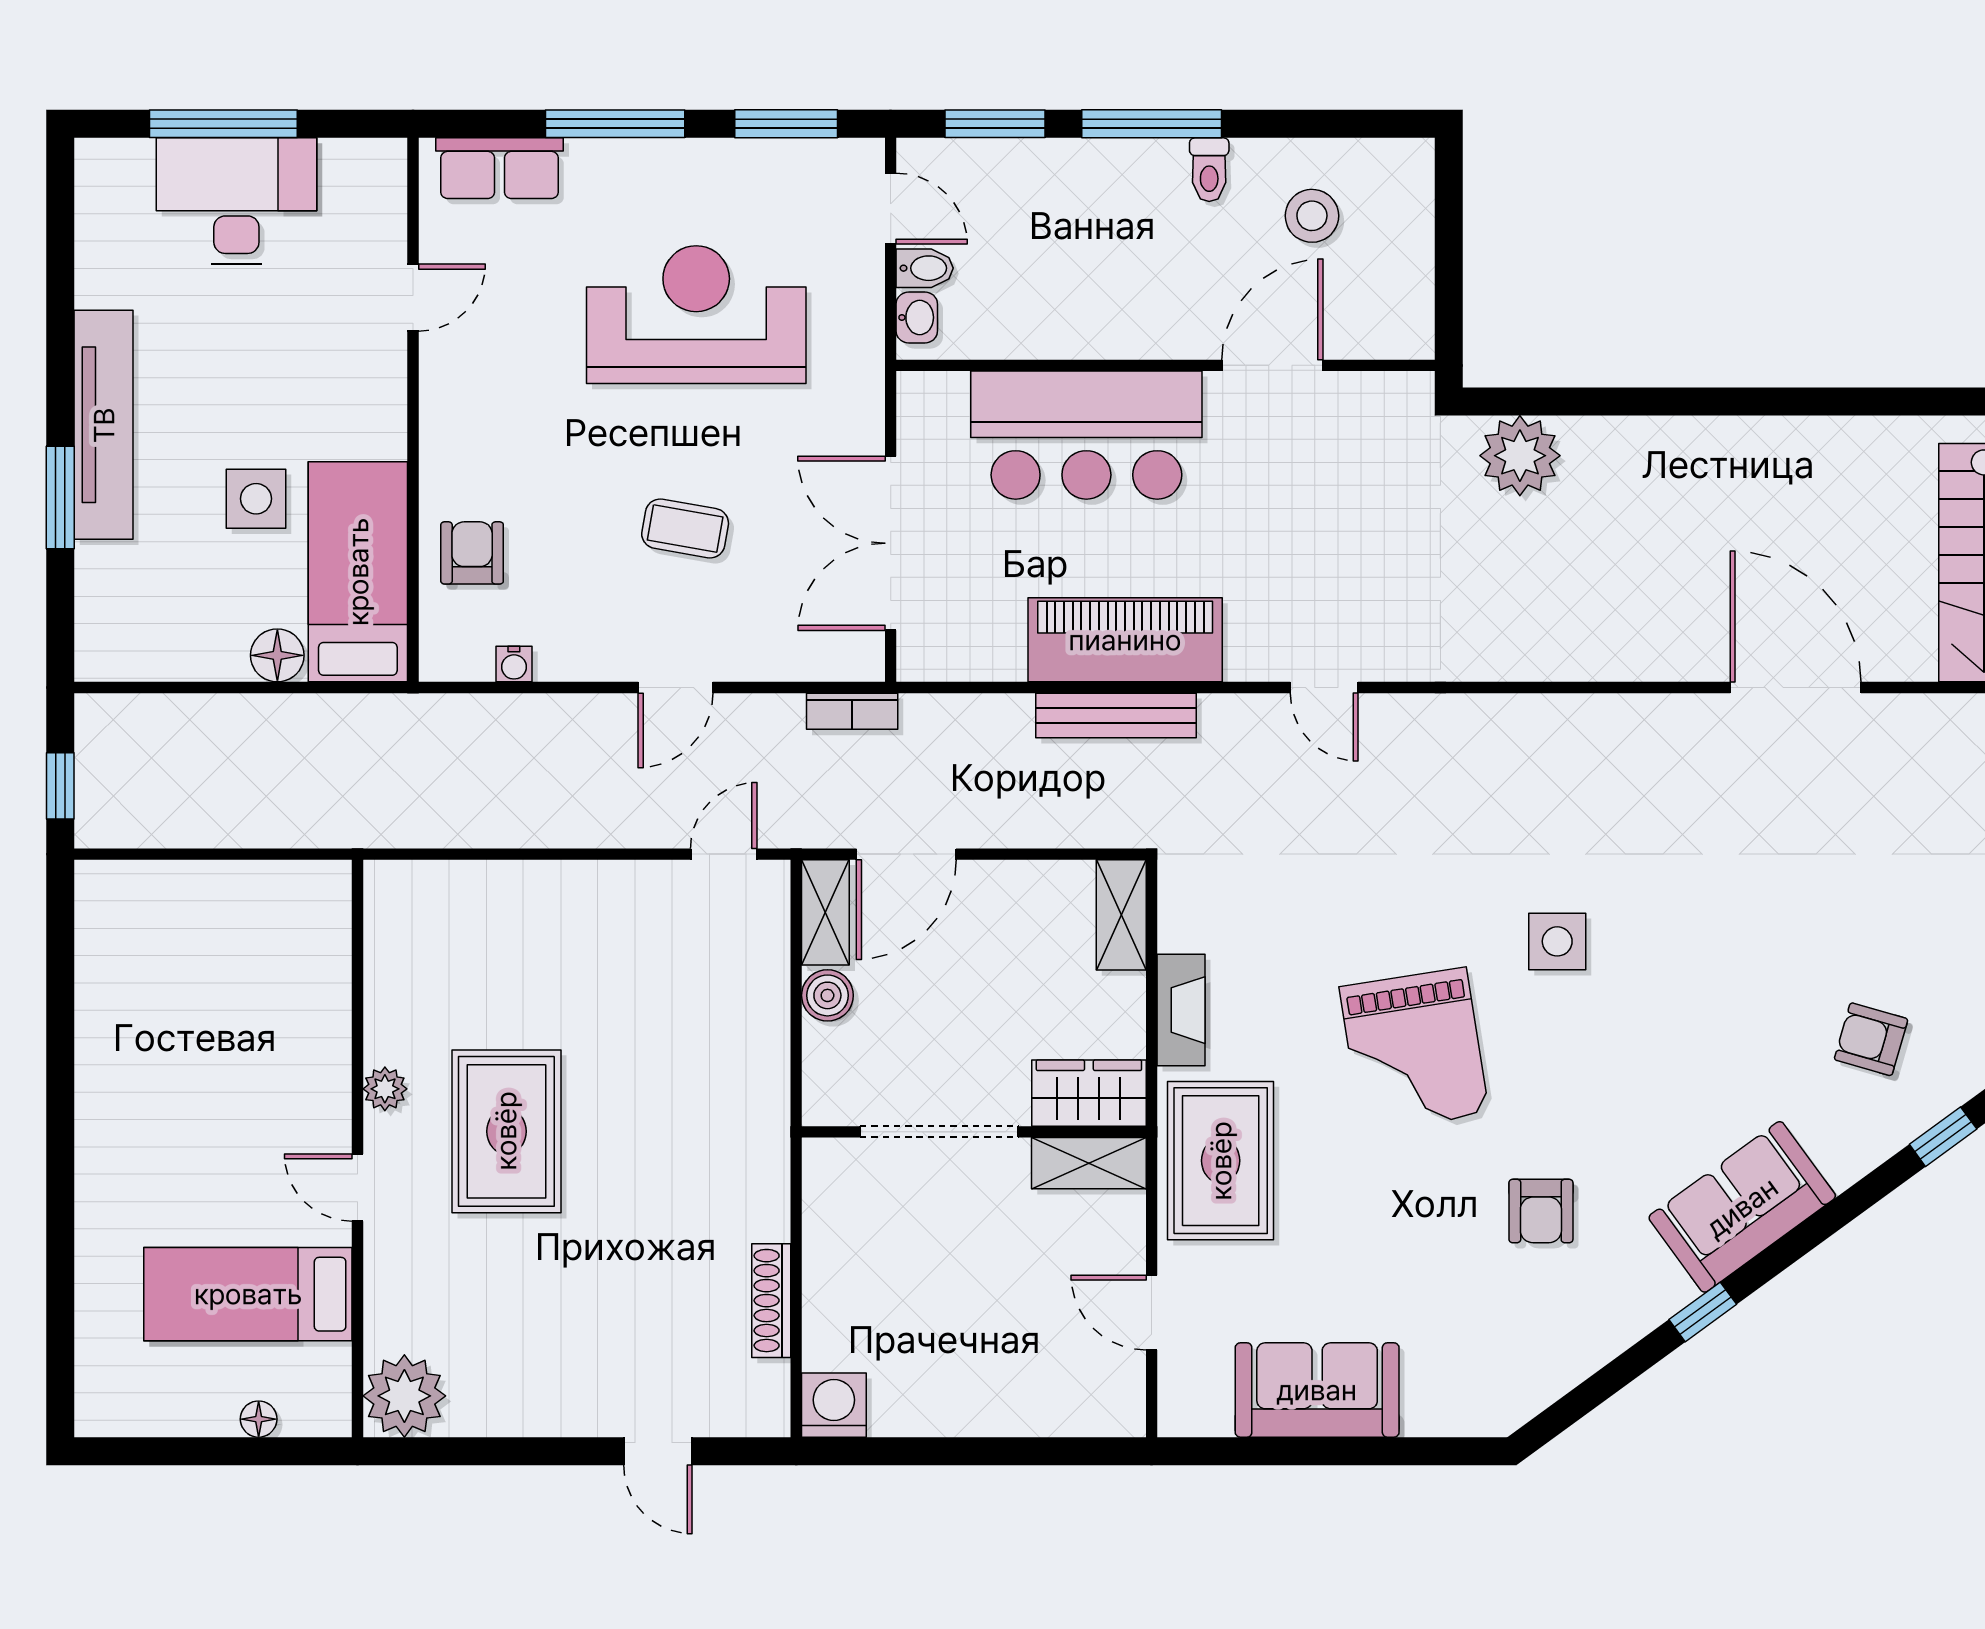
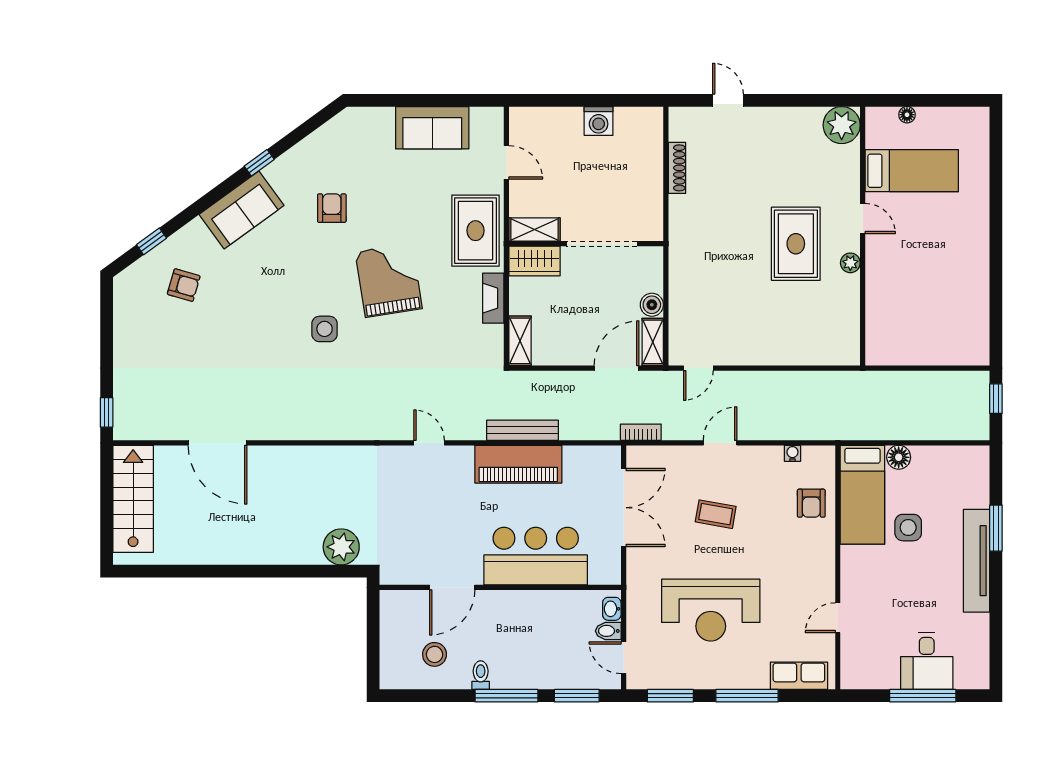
desk: (236, 201) -> (927, 661), width x0.73
washing machine: (834, 1405) -> (599, 121), moved

